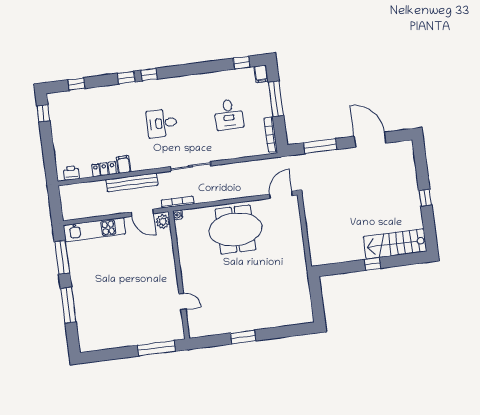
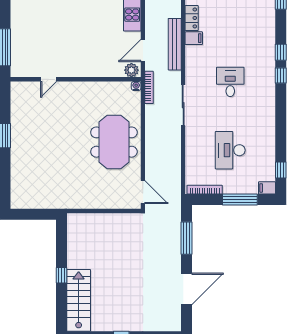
desk: (229, 115) -> (230, 150), width x1.37

